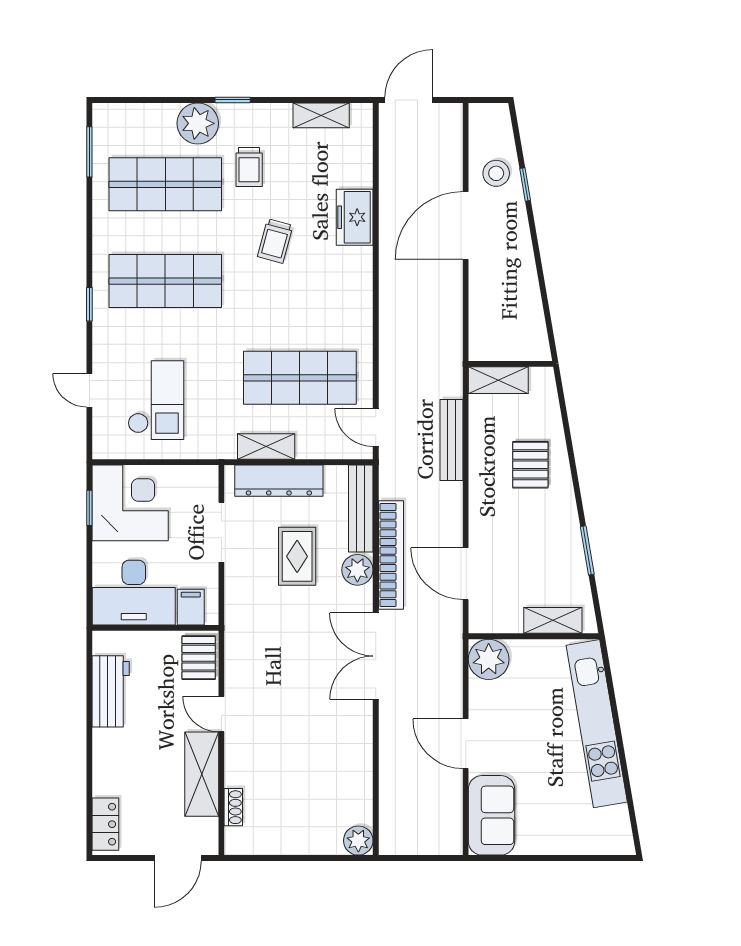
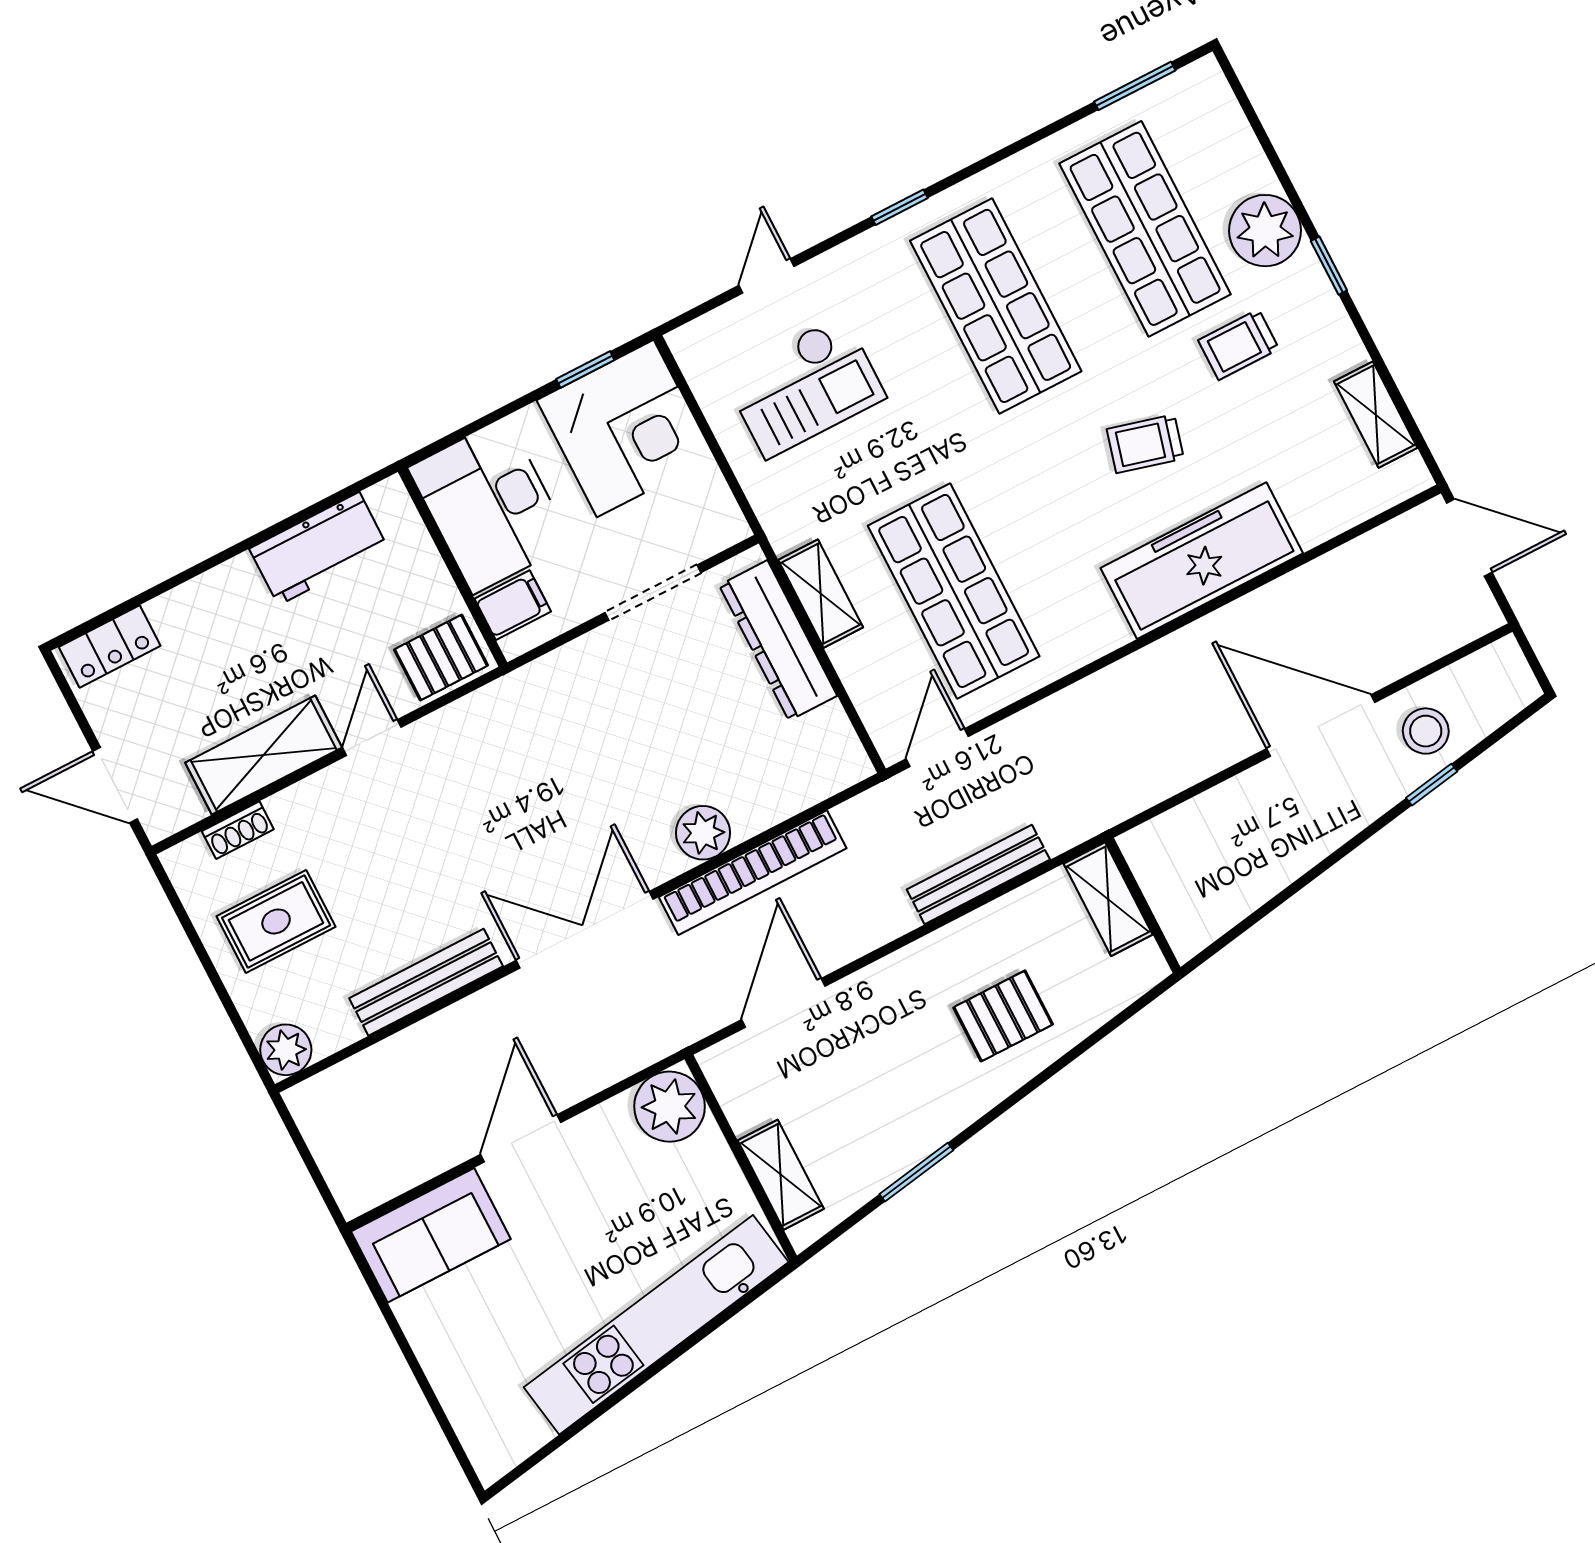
freezer: (355, 217) -> (1202, 561), width x1.91, depth x1.26
bench: (361, 509) -> (426, 982), moved
rug: (297, 556) -> (276, 921), moved

